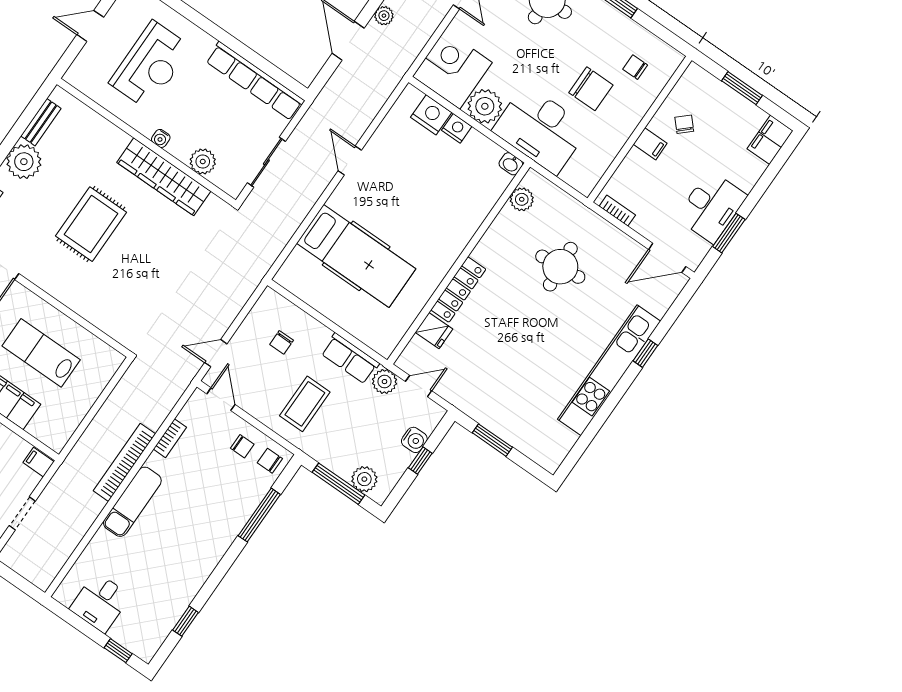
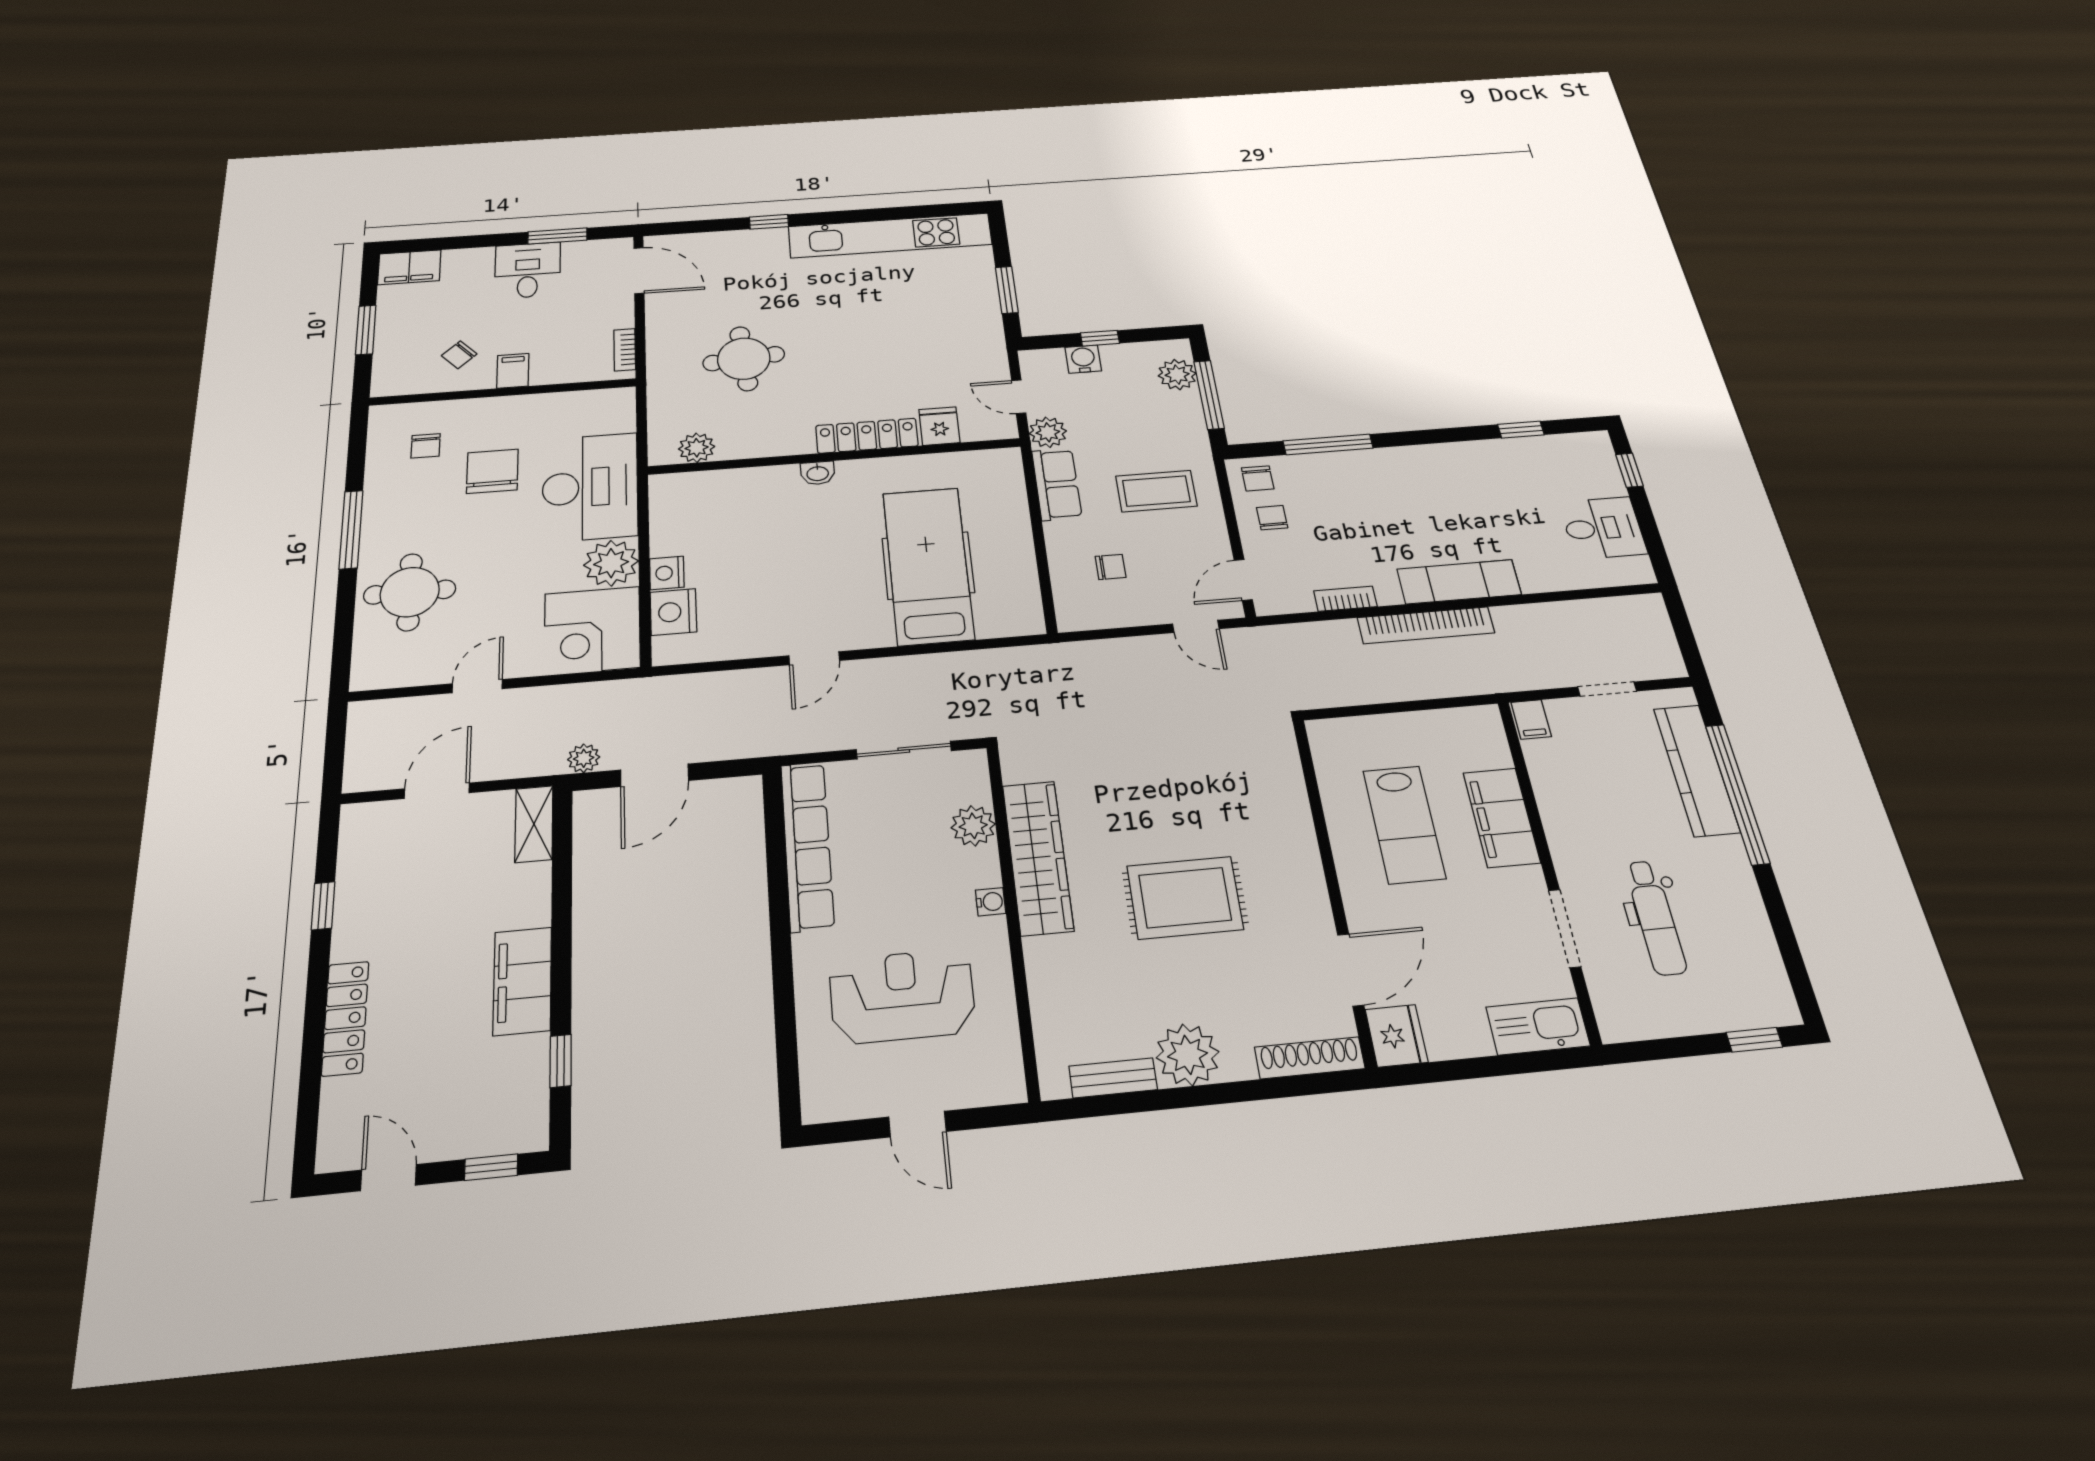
washbasin: (511, 164) -> (818, 473), moved, turned 90
desk: (711, 207) -> (528, 270), width x0.73
kitchen unit: (609, 370) -> (890, 235), moved

